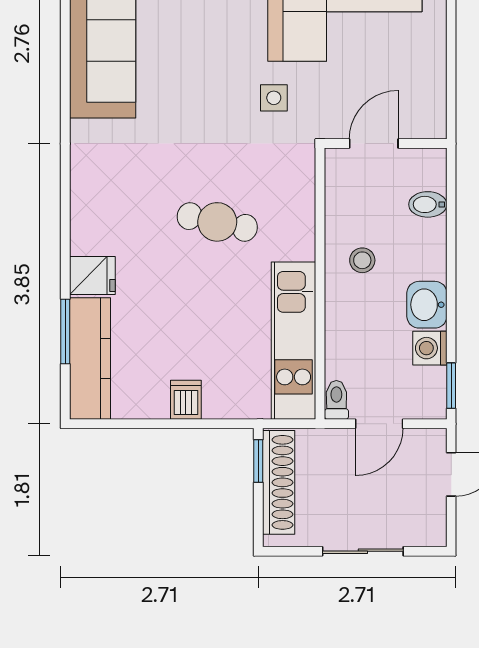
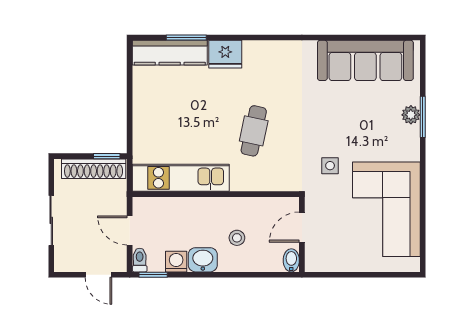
door: (374, 144) -> (302, 227), swing flipped
bidet: (428, 204) -> (291, 260), moved
stool: (362, 260) -> (237, 238), moved
fridge: (92, 276) -> (225, 54), width x1.38
dishwasher: (186, 400) -> (144, 112), removed
toilet: (336, 400) -> (140, 260), moved, turned -90

